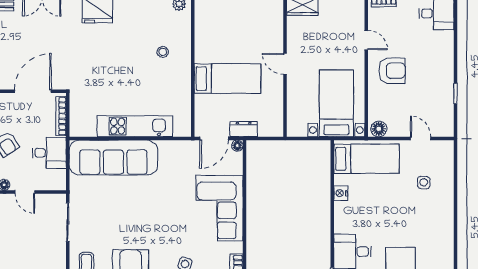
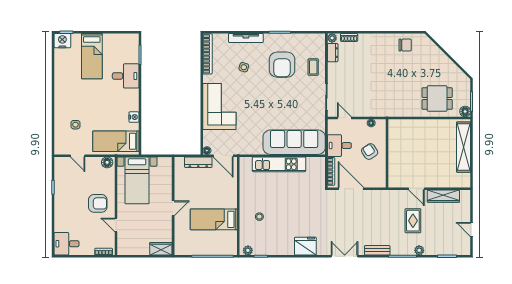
door: (285, 64) -> (173, 208), hinge flipped
armchair: (392, 71) -> (98, 203), turned 180
bed: (227, 79) -> (214, 219), moved
door: (33, 91) -> (351, 189), swing flipped
dresser: (244, 129) -> (198, 162), width x1.44
door: (214, 138) -> (223, 156), swing flipped
door: (25, 192) -> (344, 118), moved

